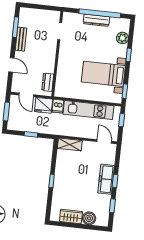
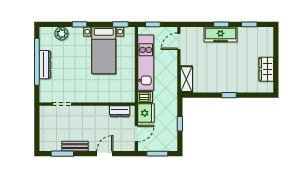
boiler: (89, 218) -> (266, 49), removed

